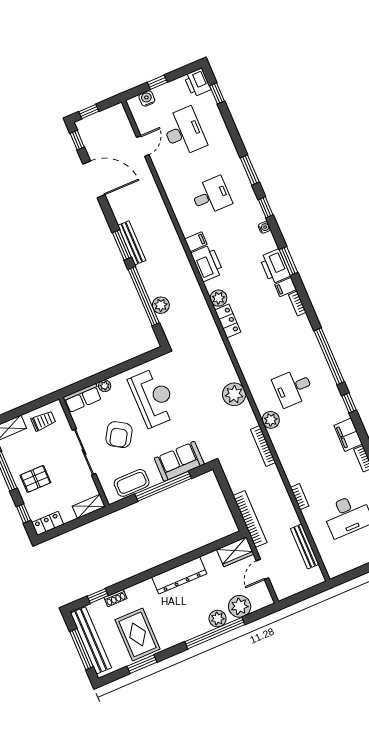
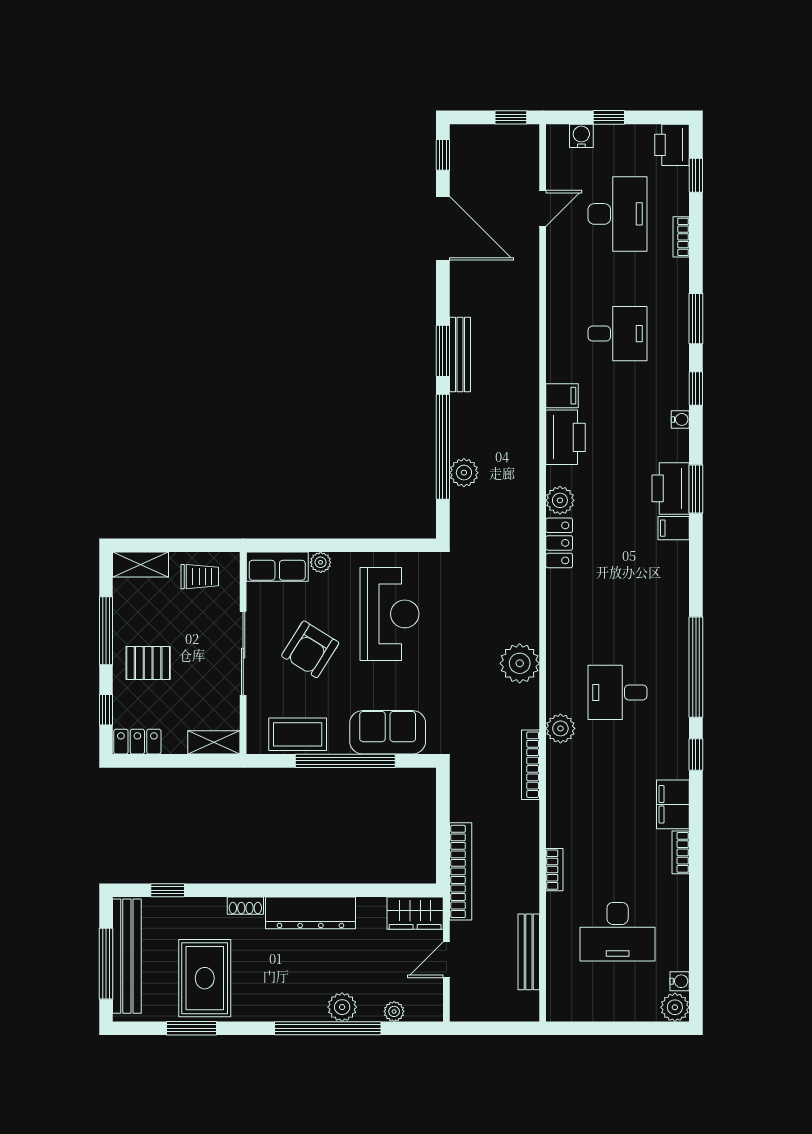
window: (89, 112) -> (511, 117), moved
bookcase: (297, 303) -> (681, 237), moved
shoe rack: (116, 598) -> (245, 906), moved
plant: (240, 606) -> (394, 1011), width x0.53, depth x0.53

